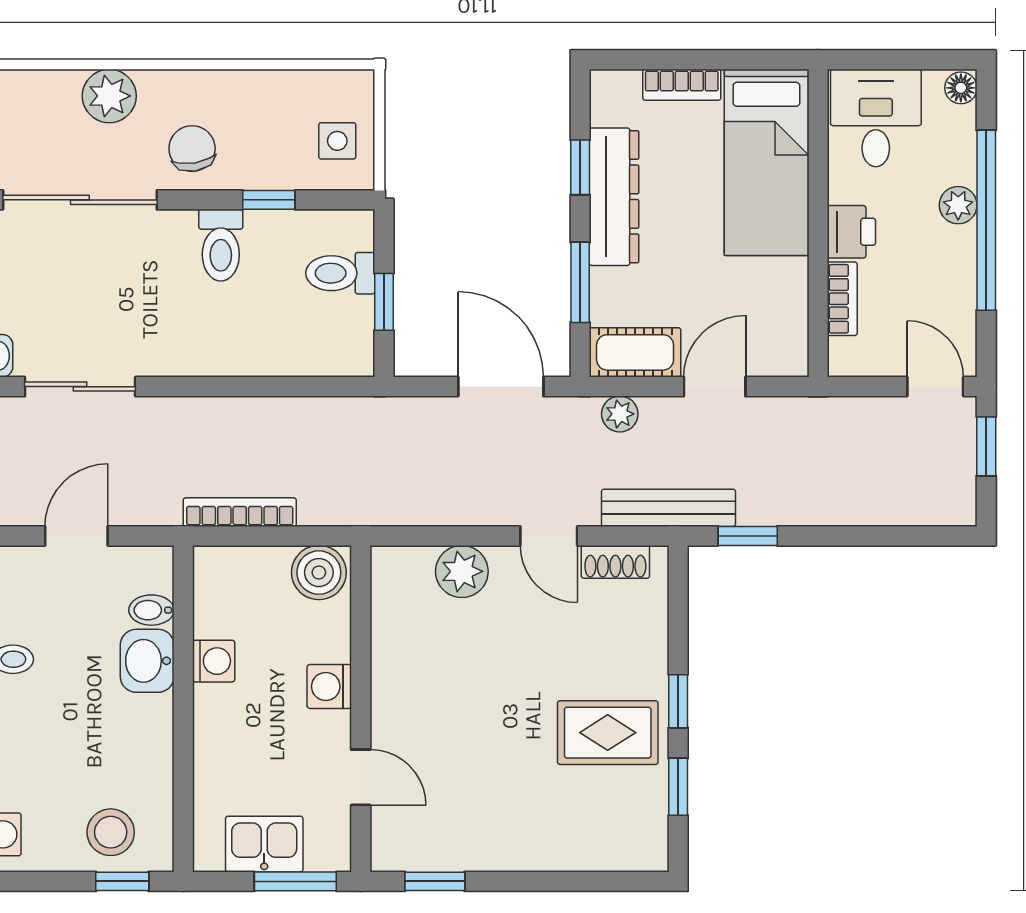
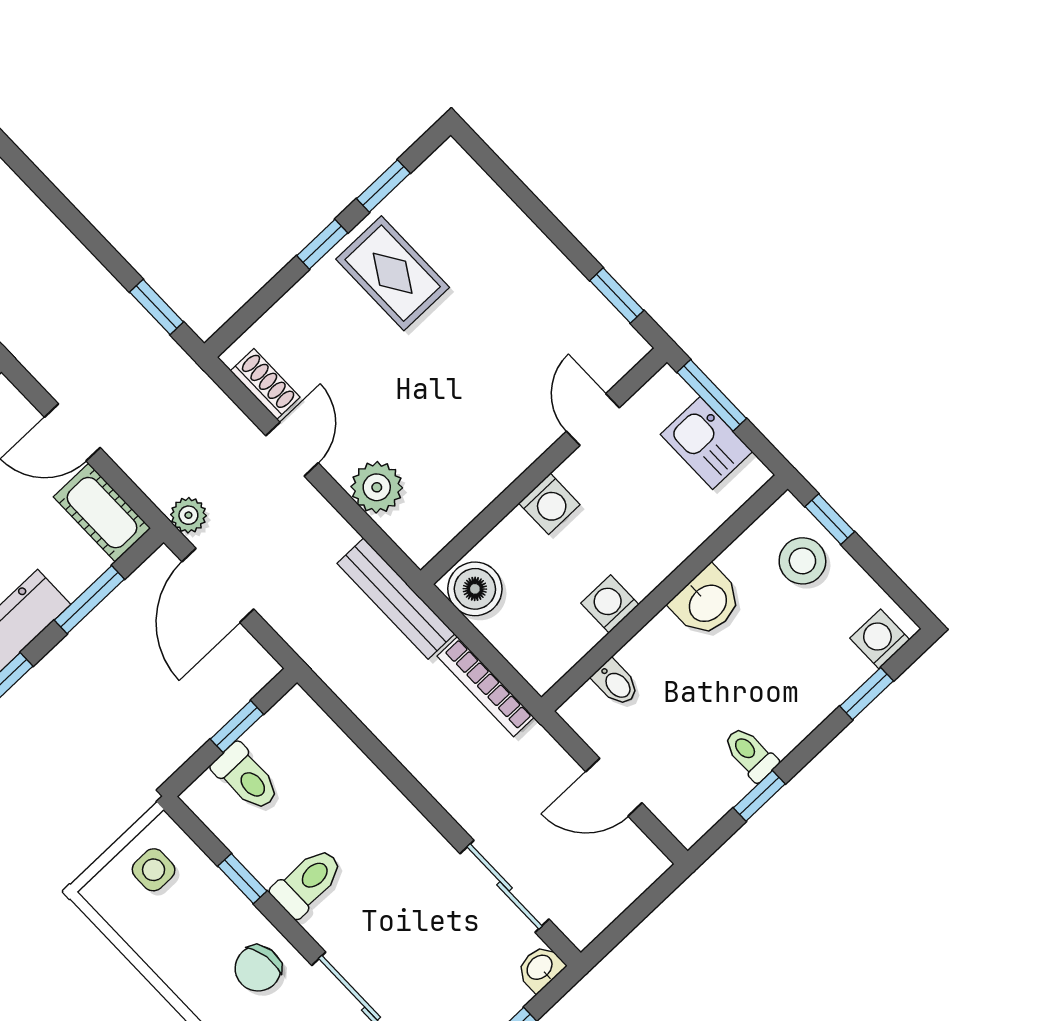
plant: (620, 414) -> (188, 515), moved
bench: (669, 508) -> (396, 599), moved
washbasin: (147, 661) -> (707, 602), moved

